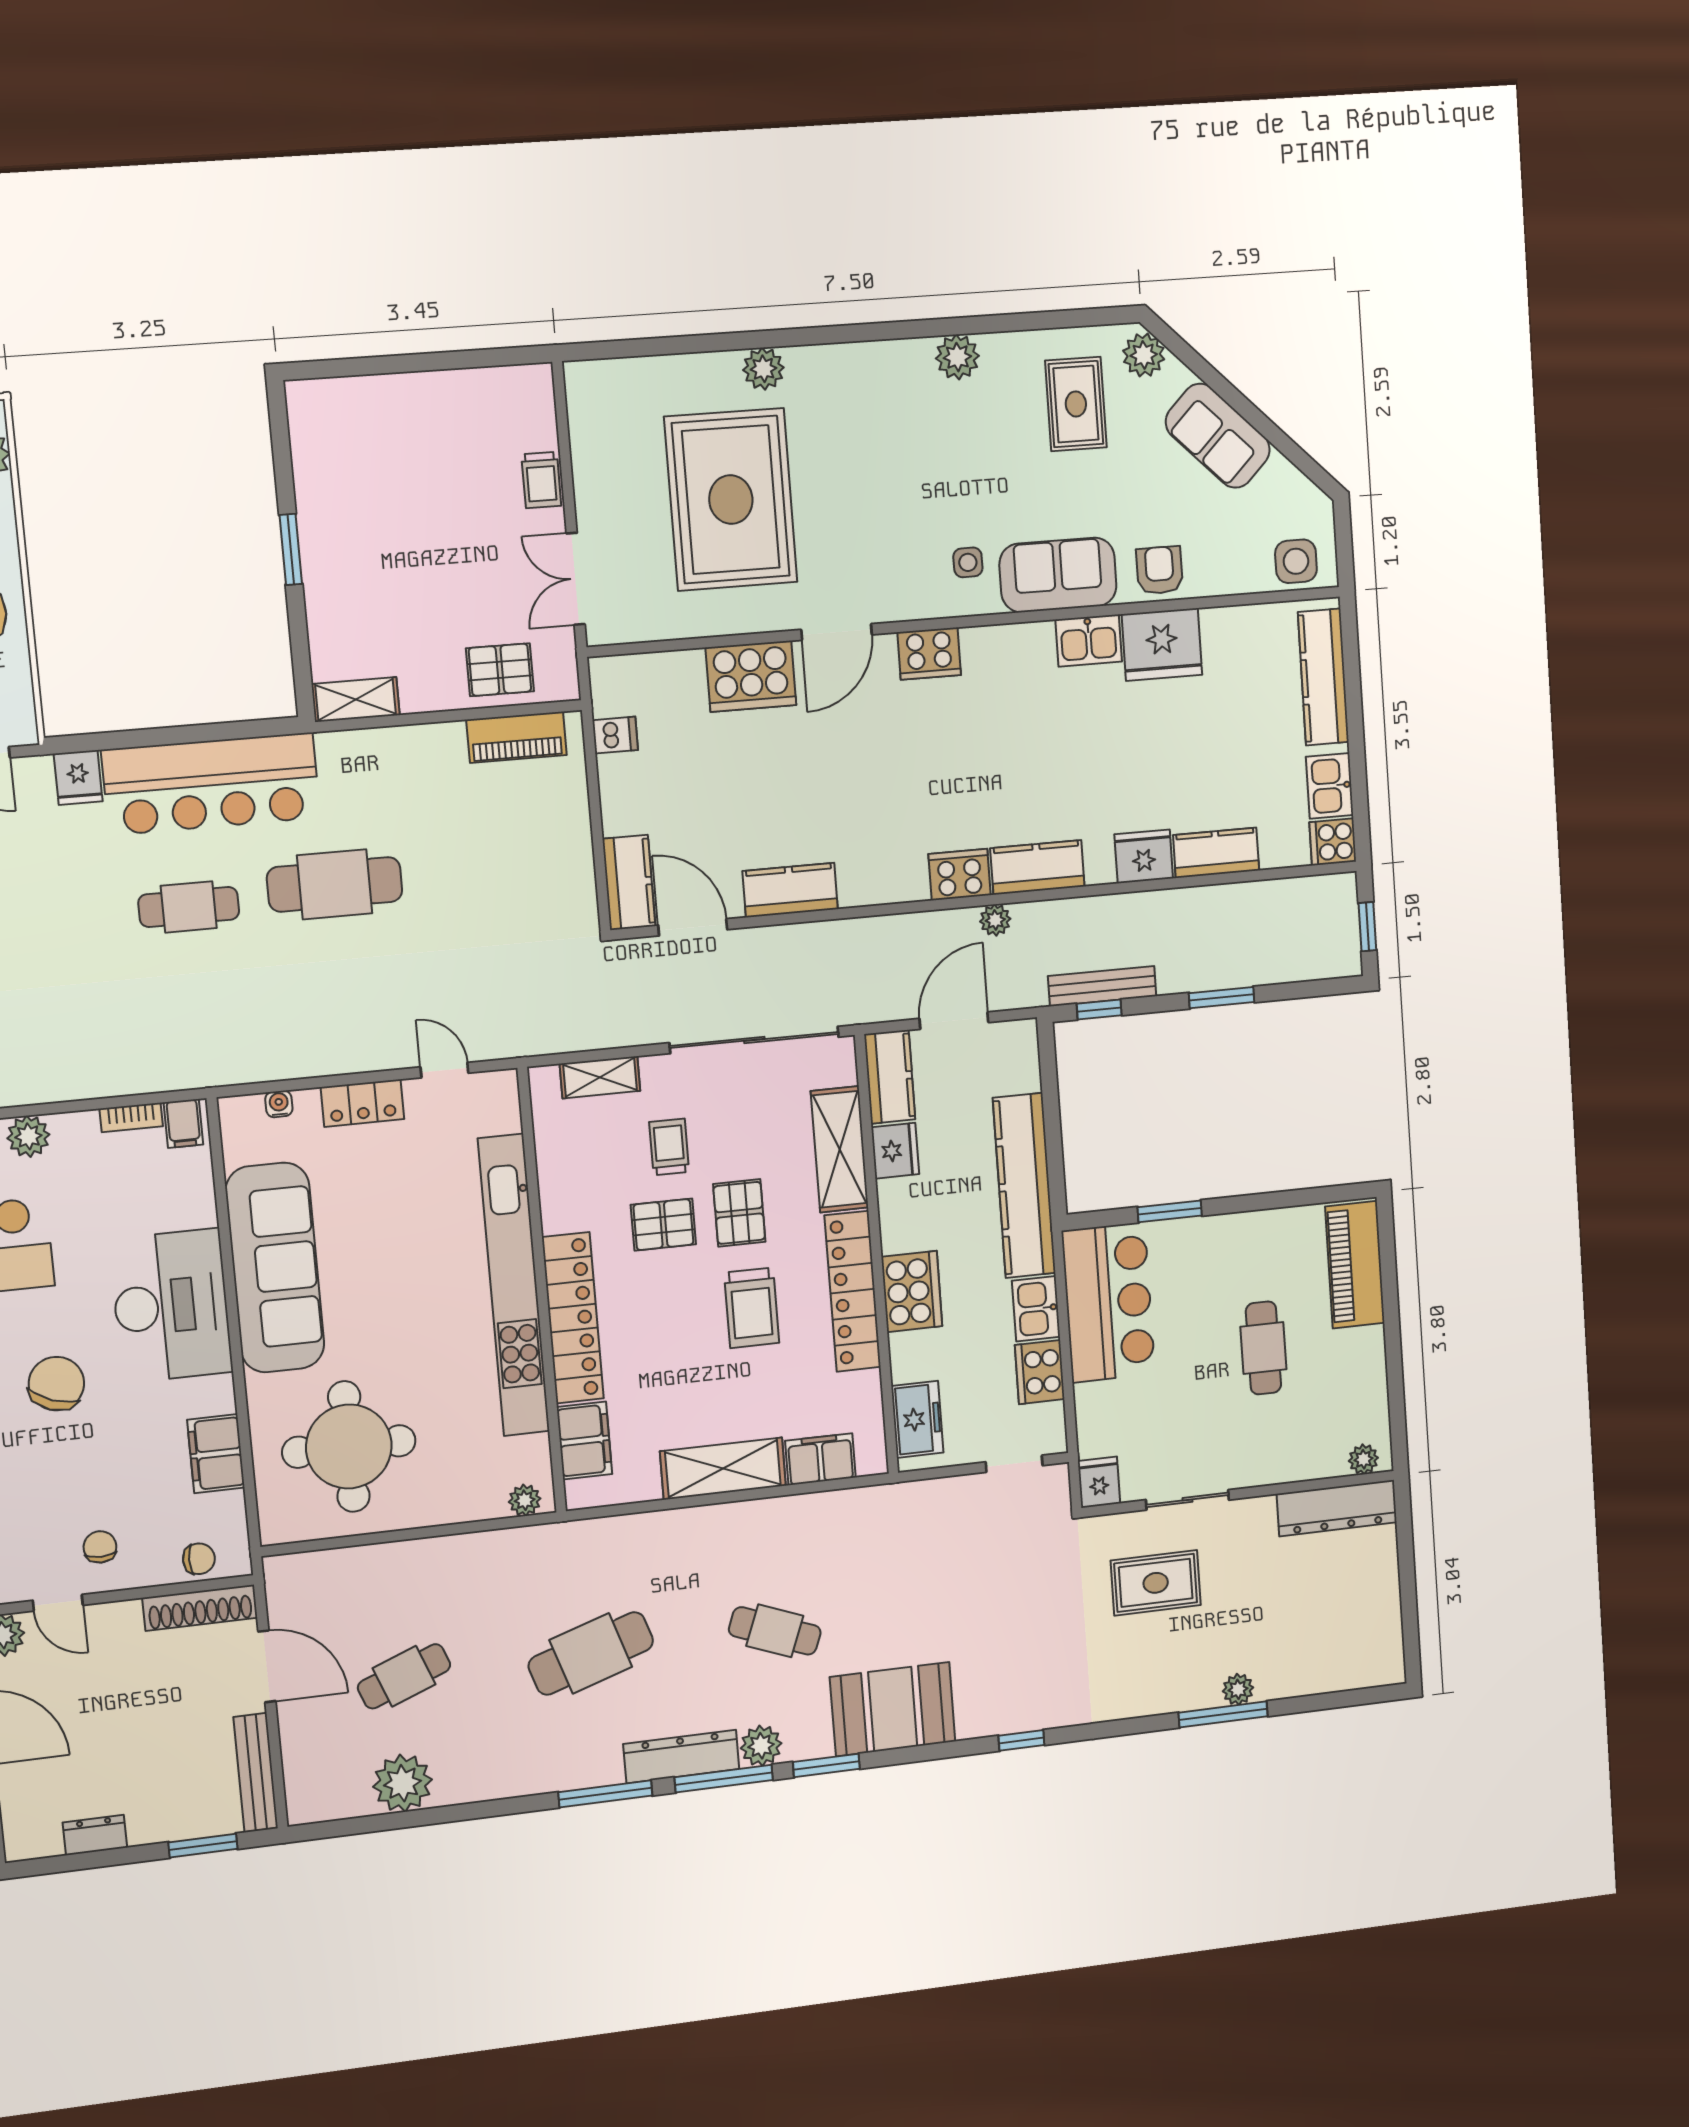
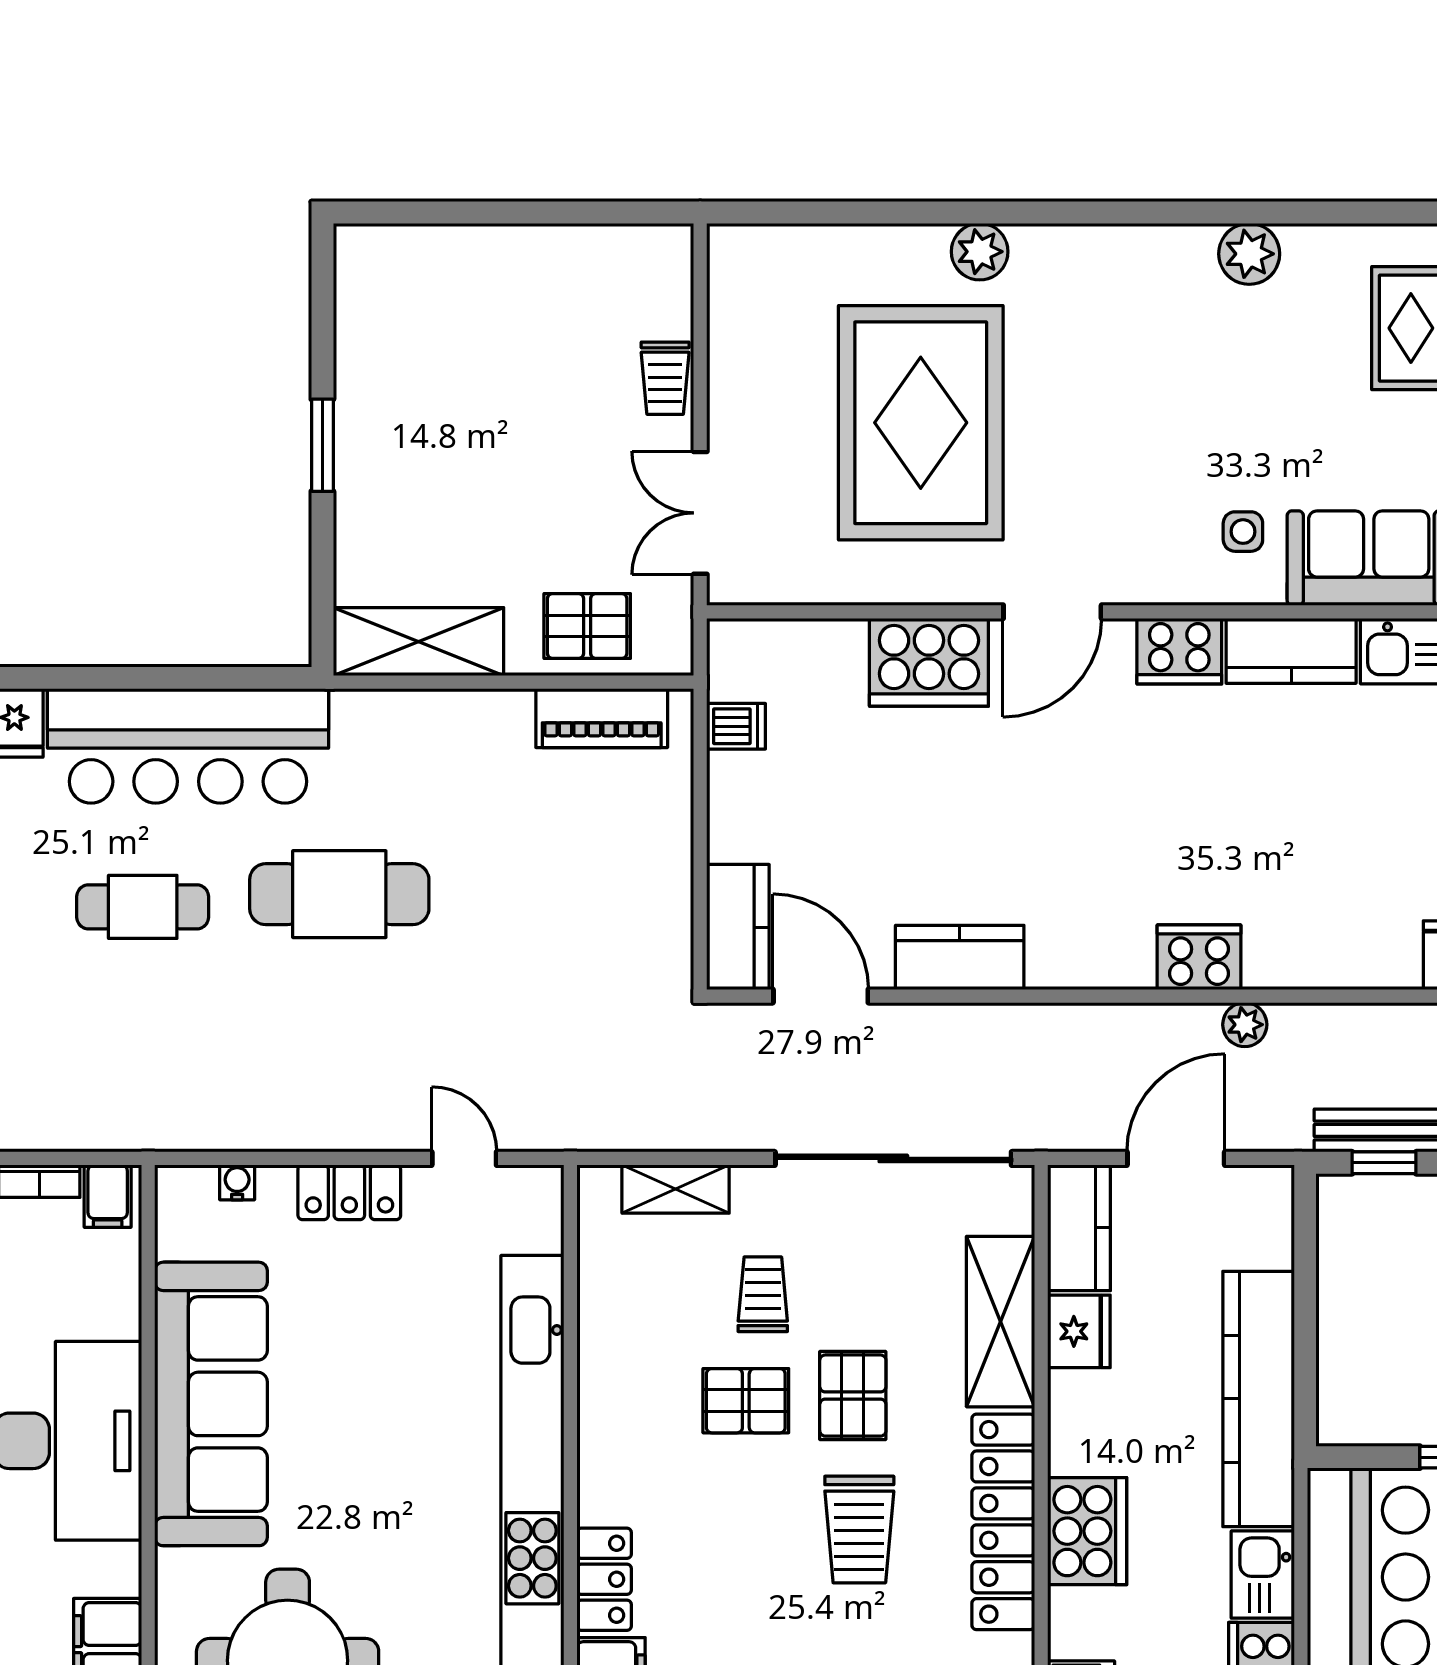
shelving: (356, 700) -> (418, 642), width x1.50, depth x1.33
kitchen counter: (1037, 867) -> (1291, 651), moved, turned 180
locker: (573, 1318) -> (604, 1579), width x0.46, depth x0.83

